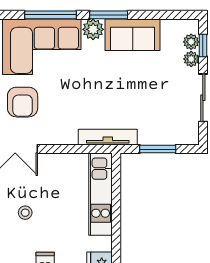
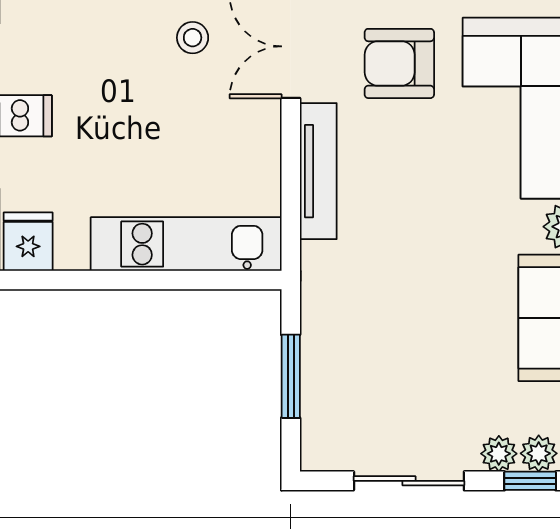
tv unit: (108, 137) -> (318, 171), moved
stool: (25, 213) -> (193, 38), moved

